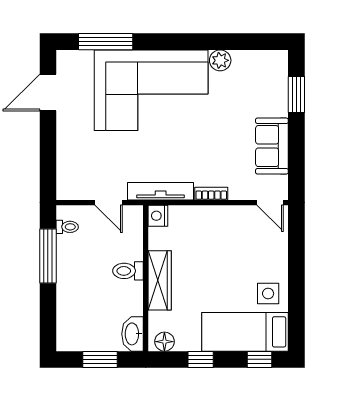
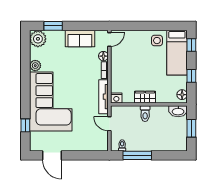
window: (106, 42) -> (25, 125), width x0.46
plant: (271, 66) -> (38, 39), added
floor lamp: (238, 191) -> (103, 56), added
door: (109, 203) -> (109, 124), swing flipped
wardrobe: (160, 280) -> (145, 97), width x0.67

